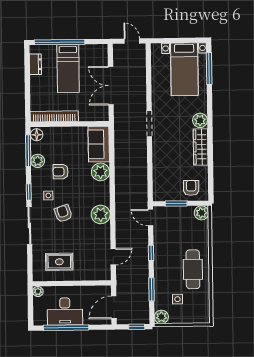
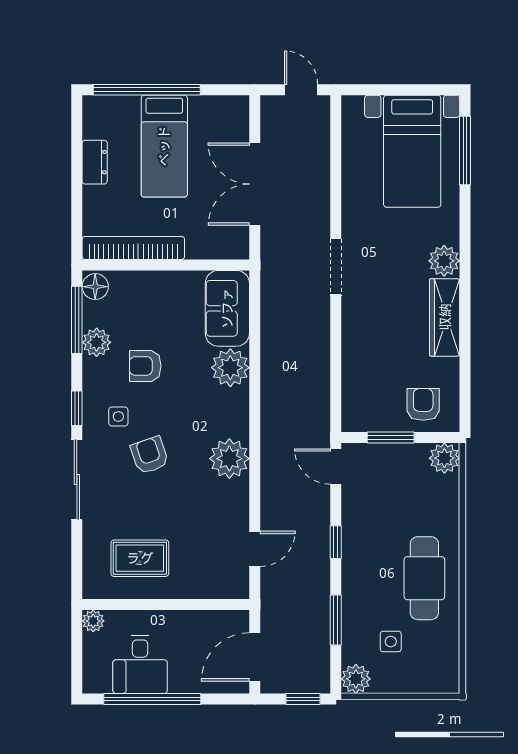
dresser: (35, 64) -> (95, 162), moved
desk: (65, 311) -> (140, 664), width x0.73

